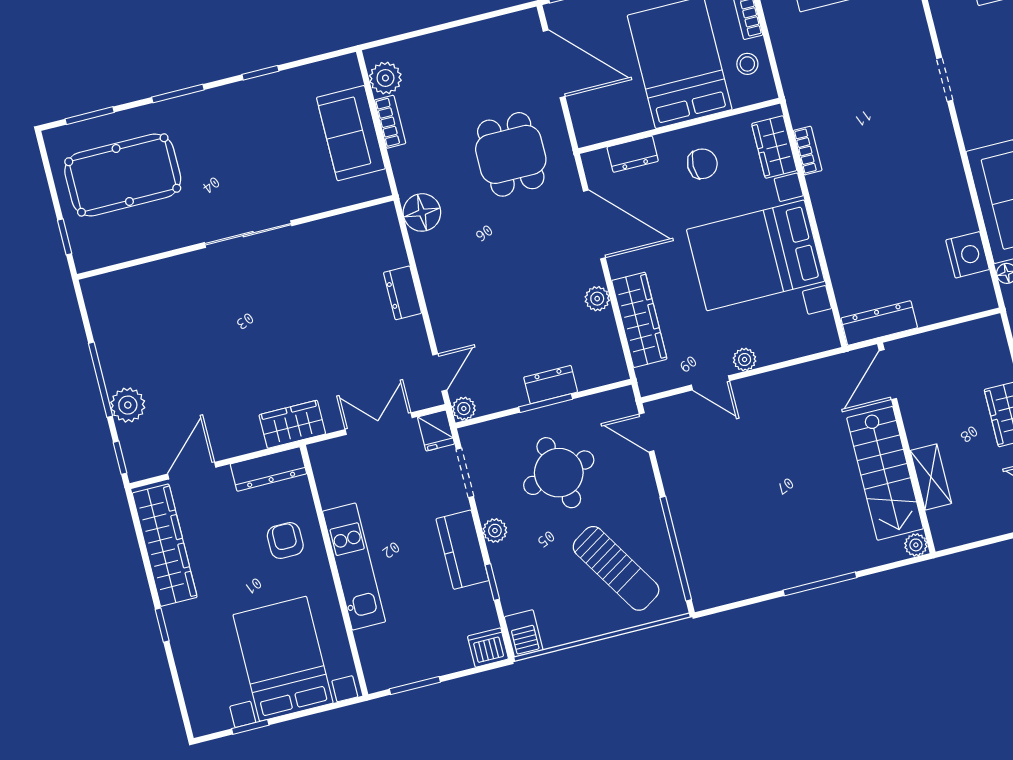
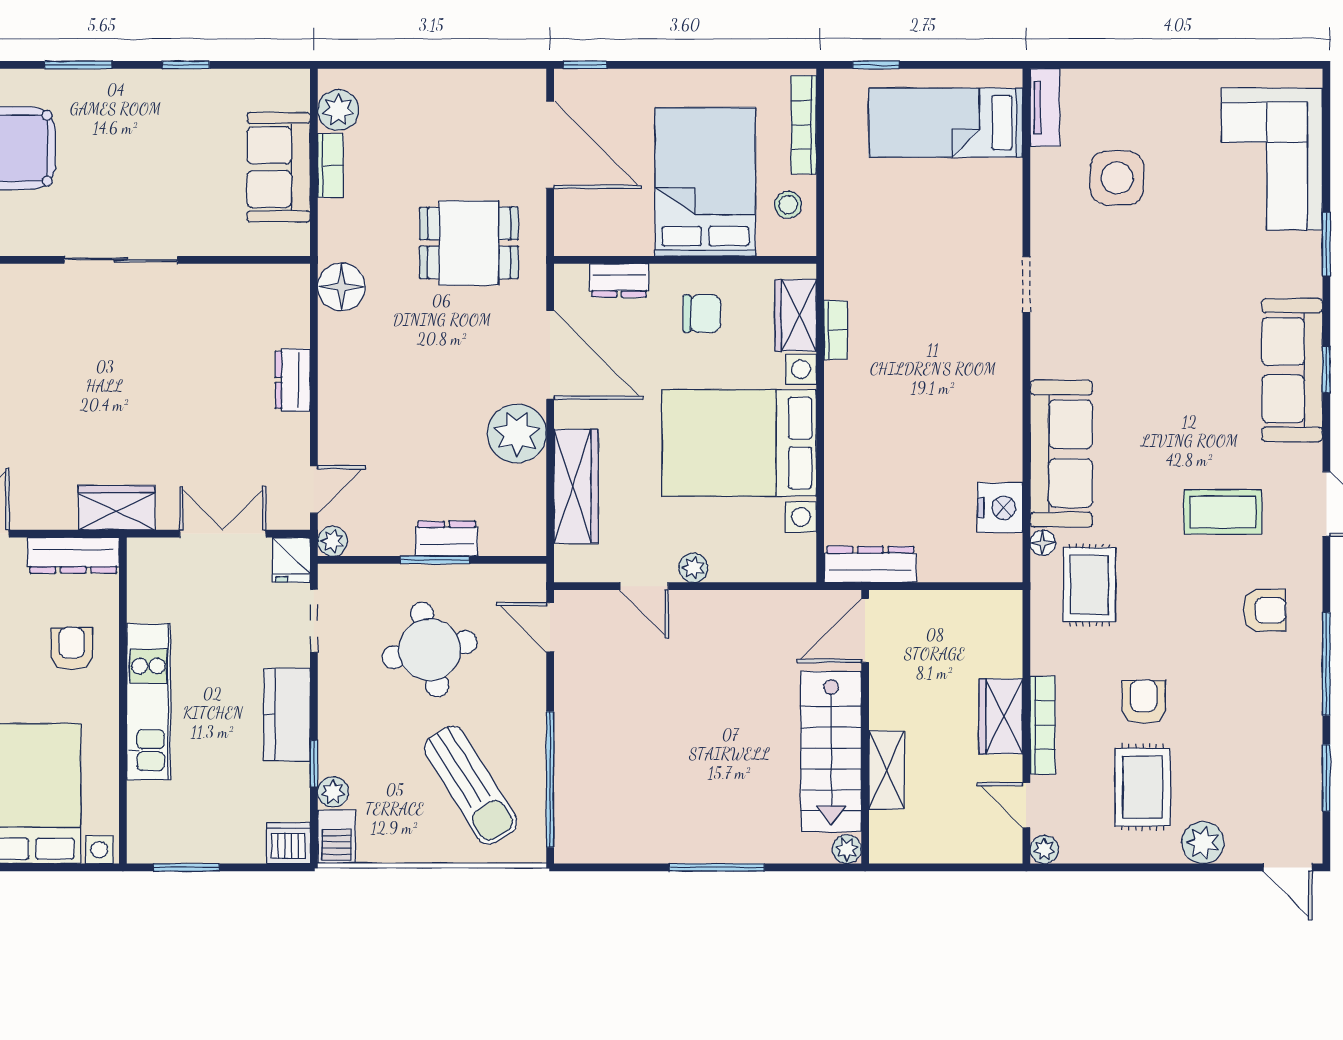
dining table: (511, 154) -> (469, 243), turned 90
plant: (597, 299) -> (517, 434), width x1.87, depth x1.87
plant: (495, 531) -> (333, 792), moved

